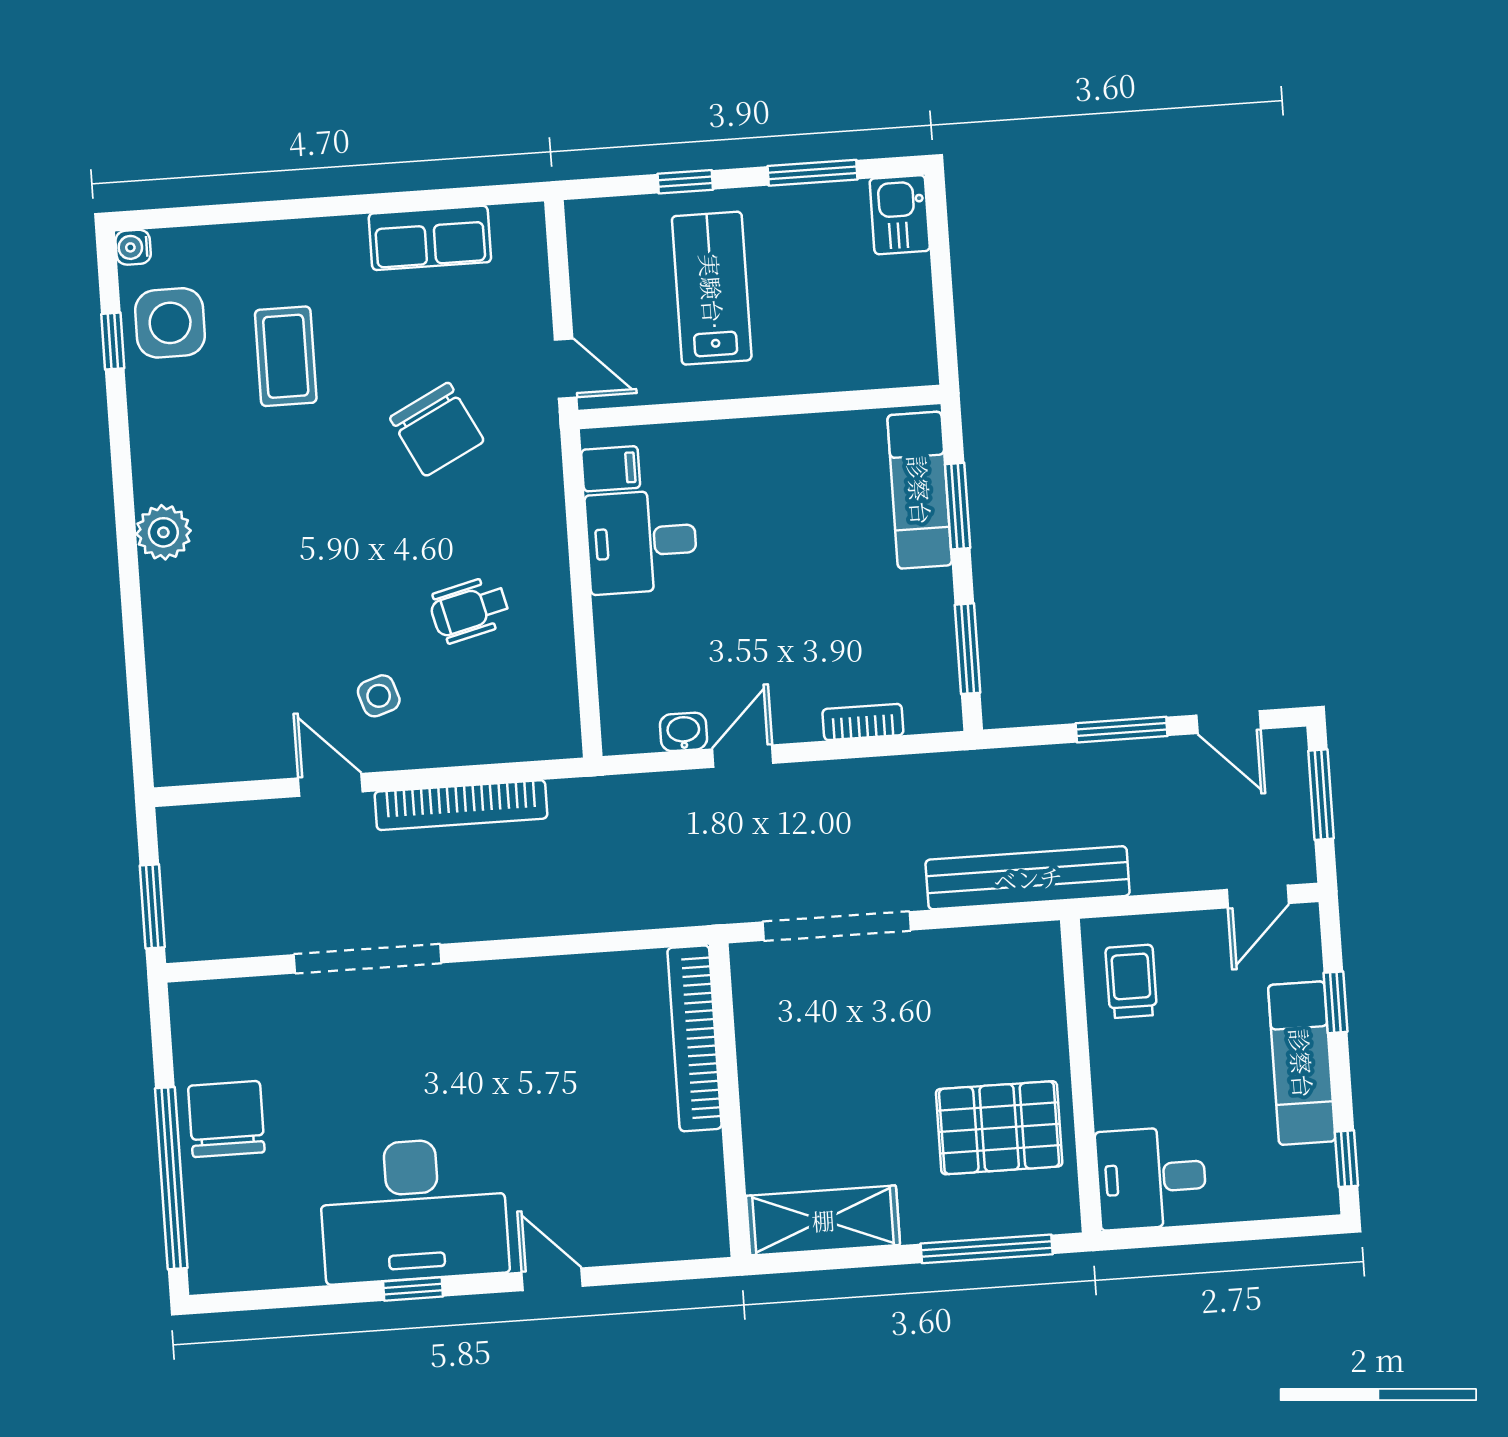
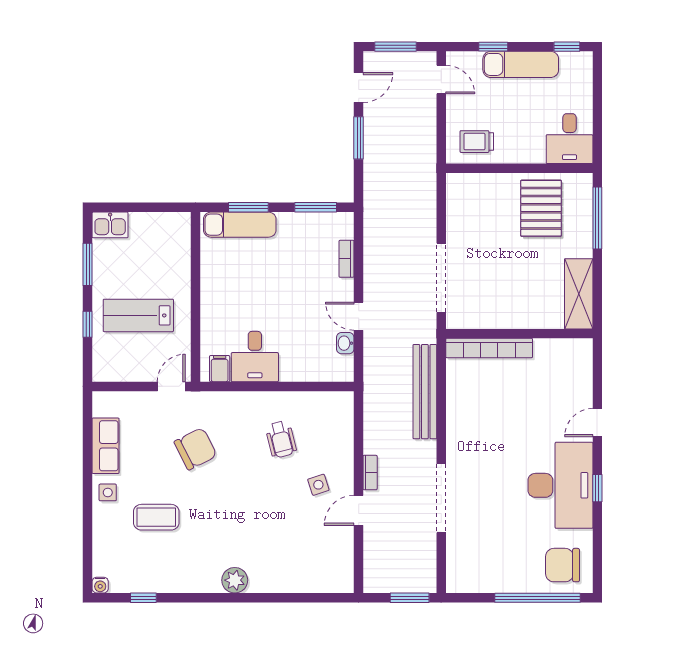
side table: (170, 323) -> (108, 492), moved, width x0.54, depth x0.54
bookcase: (461, 805) -> (370, 473), width x0.43, depth x0.76
bench: (1028, 878) -> (425, 392), moved
chair: (226, 1119) -> (563, 565), moved

